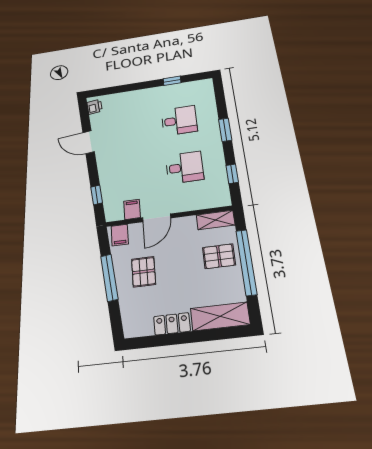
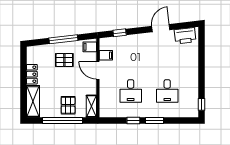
window: (172, 81) -> (202, 104), moved
printer: (95, 107) -> (185, 36), width x1.87, depth x1.48
window: (232, 174) -> (133, 120), moved

